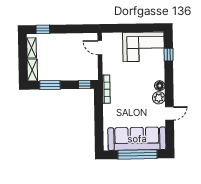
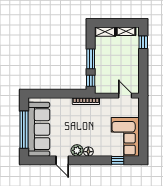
door: (100, 48) -> (125, 96), hinge flipped
window: (50, 85) -> (91, 59), moved

